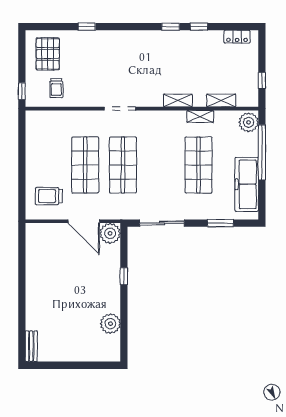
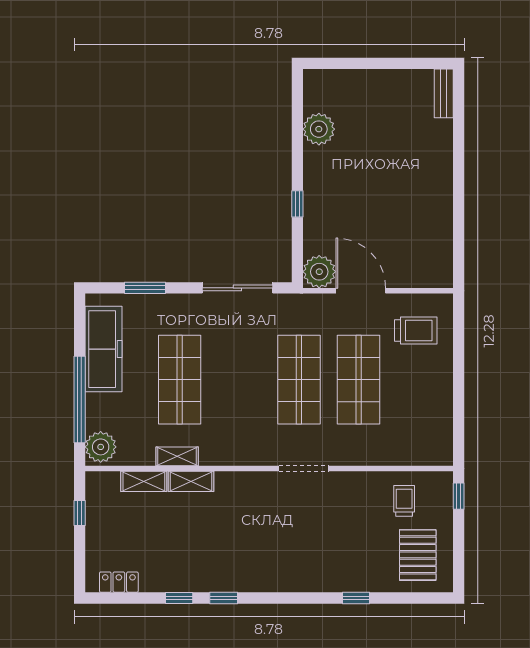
shelving: (178, 101) -> (191, 481), moved

